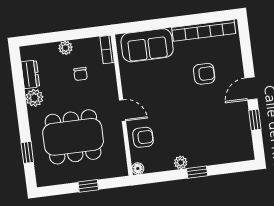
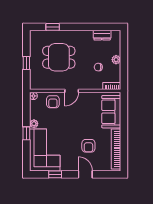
door: (251, 89) -> (85, 174), moved
plant: (34, 98) -> (87, 36), removed
dining table: (73, 137) -> (59, 57), width x0.73
corner sofa: (219, 140) -> (45, 150), added

